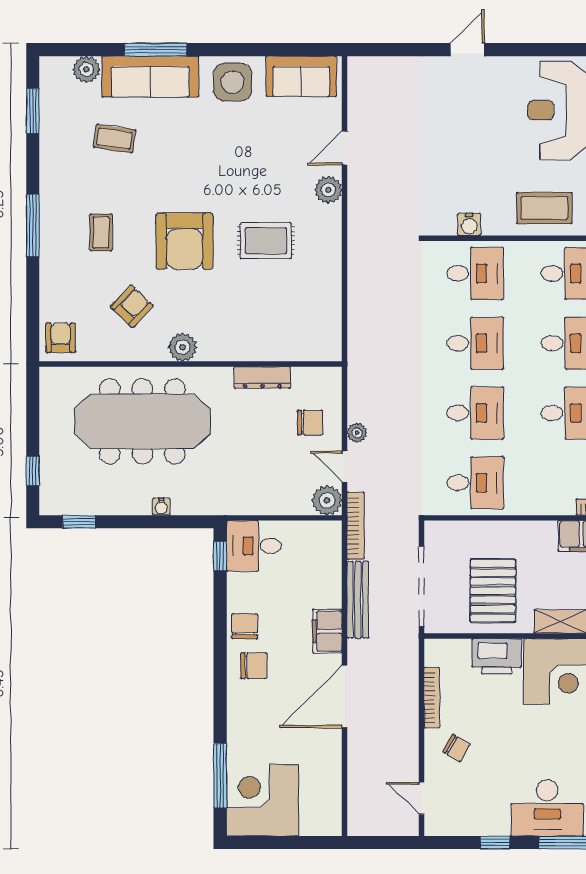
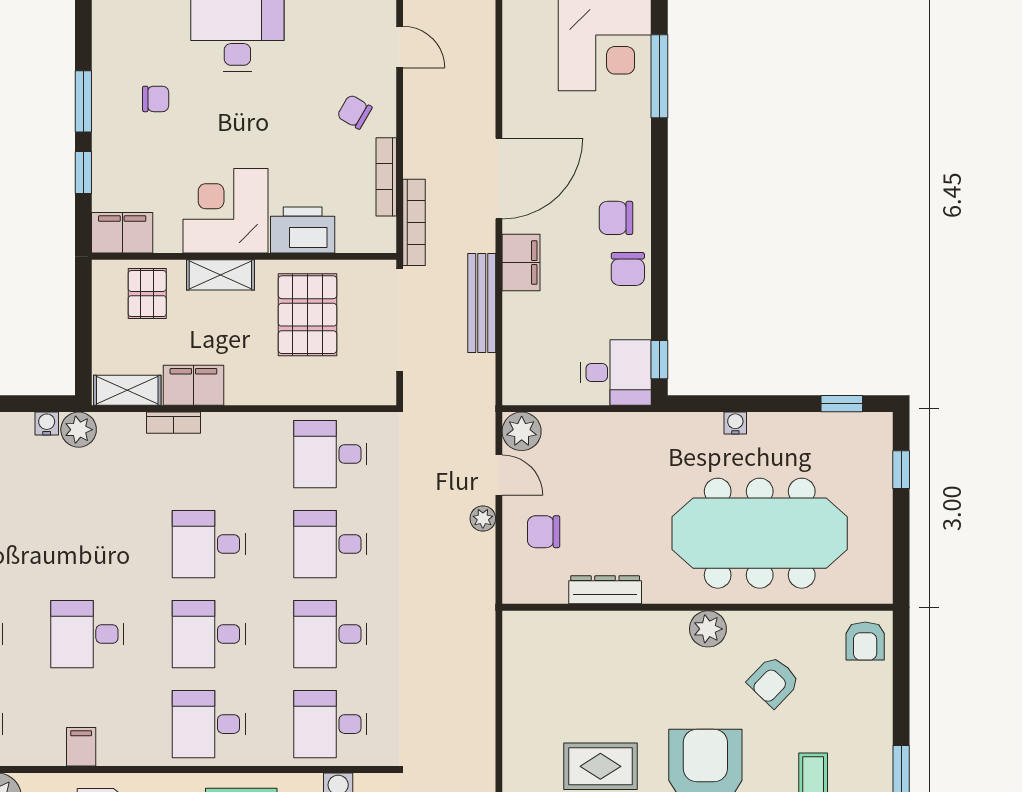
bookcase: (356, 526) -> (414, 222), moved, turned 180

